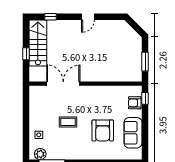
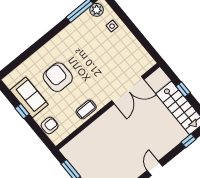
window: (145, 98) -> (22, 111), moved
coffee table: (68, 122) -> (86, 110), moved

